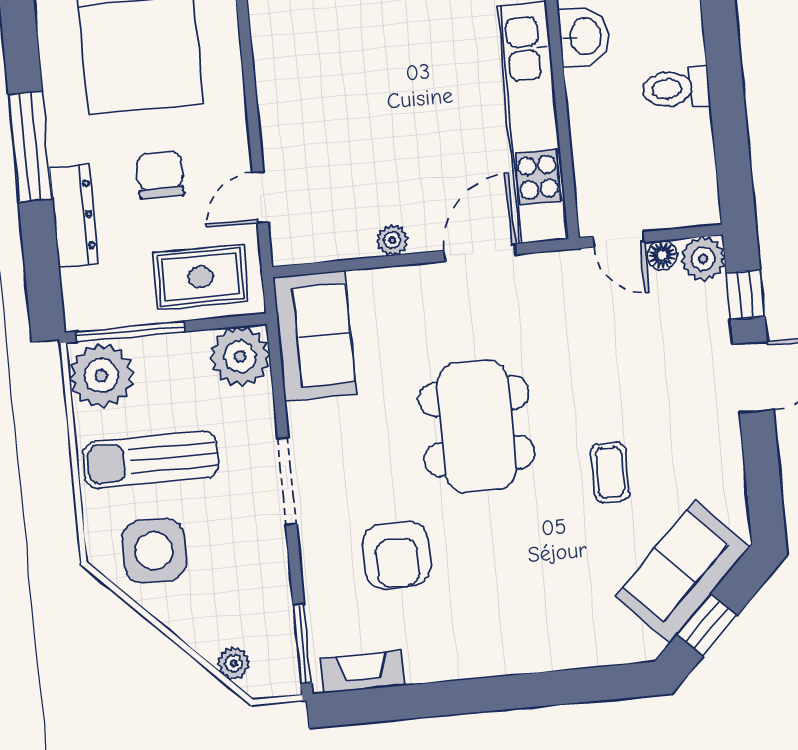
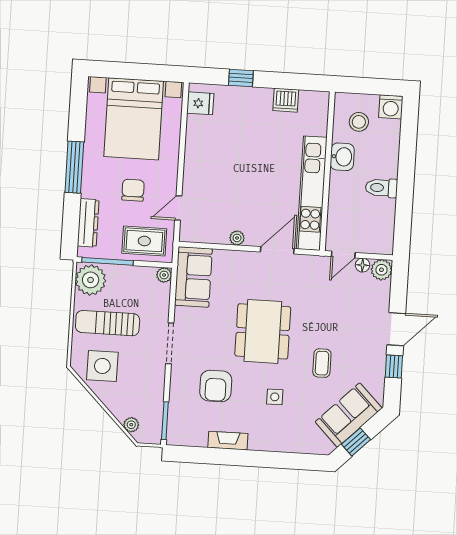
dresser: (73, 216) -> (88, 223), moved
door: (618, 239) -> (343, 254), hinge flipped
window: (746, 295) -> (394, 367), moved
plant: (240, 357) -> (164, 275), width x0.53, depth x0.53
side table: (523, 558) -> (275, 397), added
fireplace: (362, 672) -> (228, 441), moved

